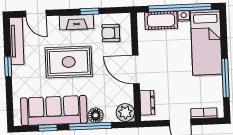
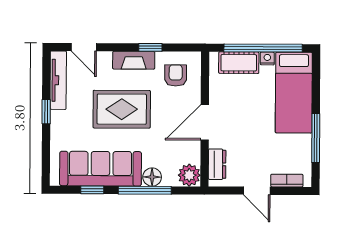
armchair: (111, 33) -> (176, 76), turned 90
door: (136, 70) -> (205, 122), hinge flipped

